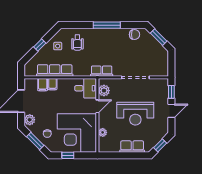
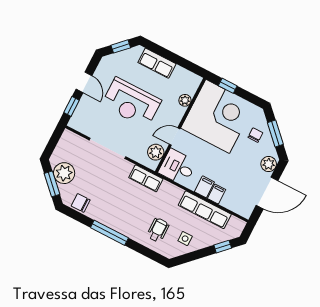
window: (40, 45) -> (223, 247), moved
plant: (155, 48) -> (64, 173), added
filing cabinet: (43, 85) -> (204, 187), moved
door: (171, 111) -> (84, 82), swing flipped
reception desk: (135, 114) -> (131, 103), turned 180
window: (68, 155) -> (228, 86), moved

